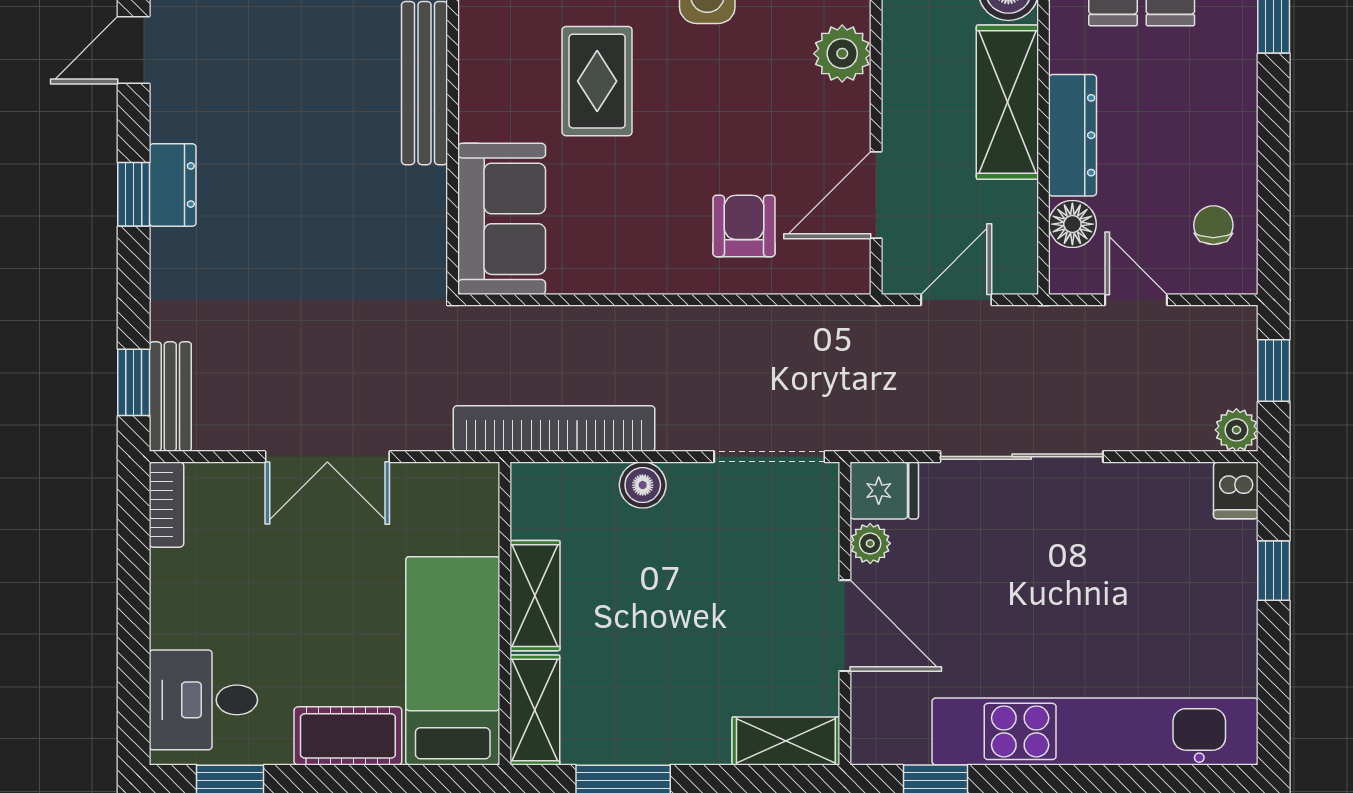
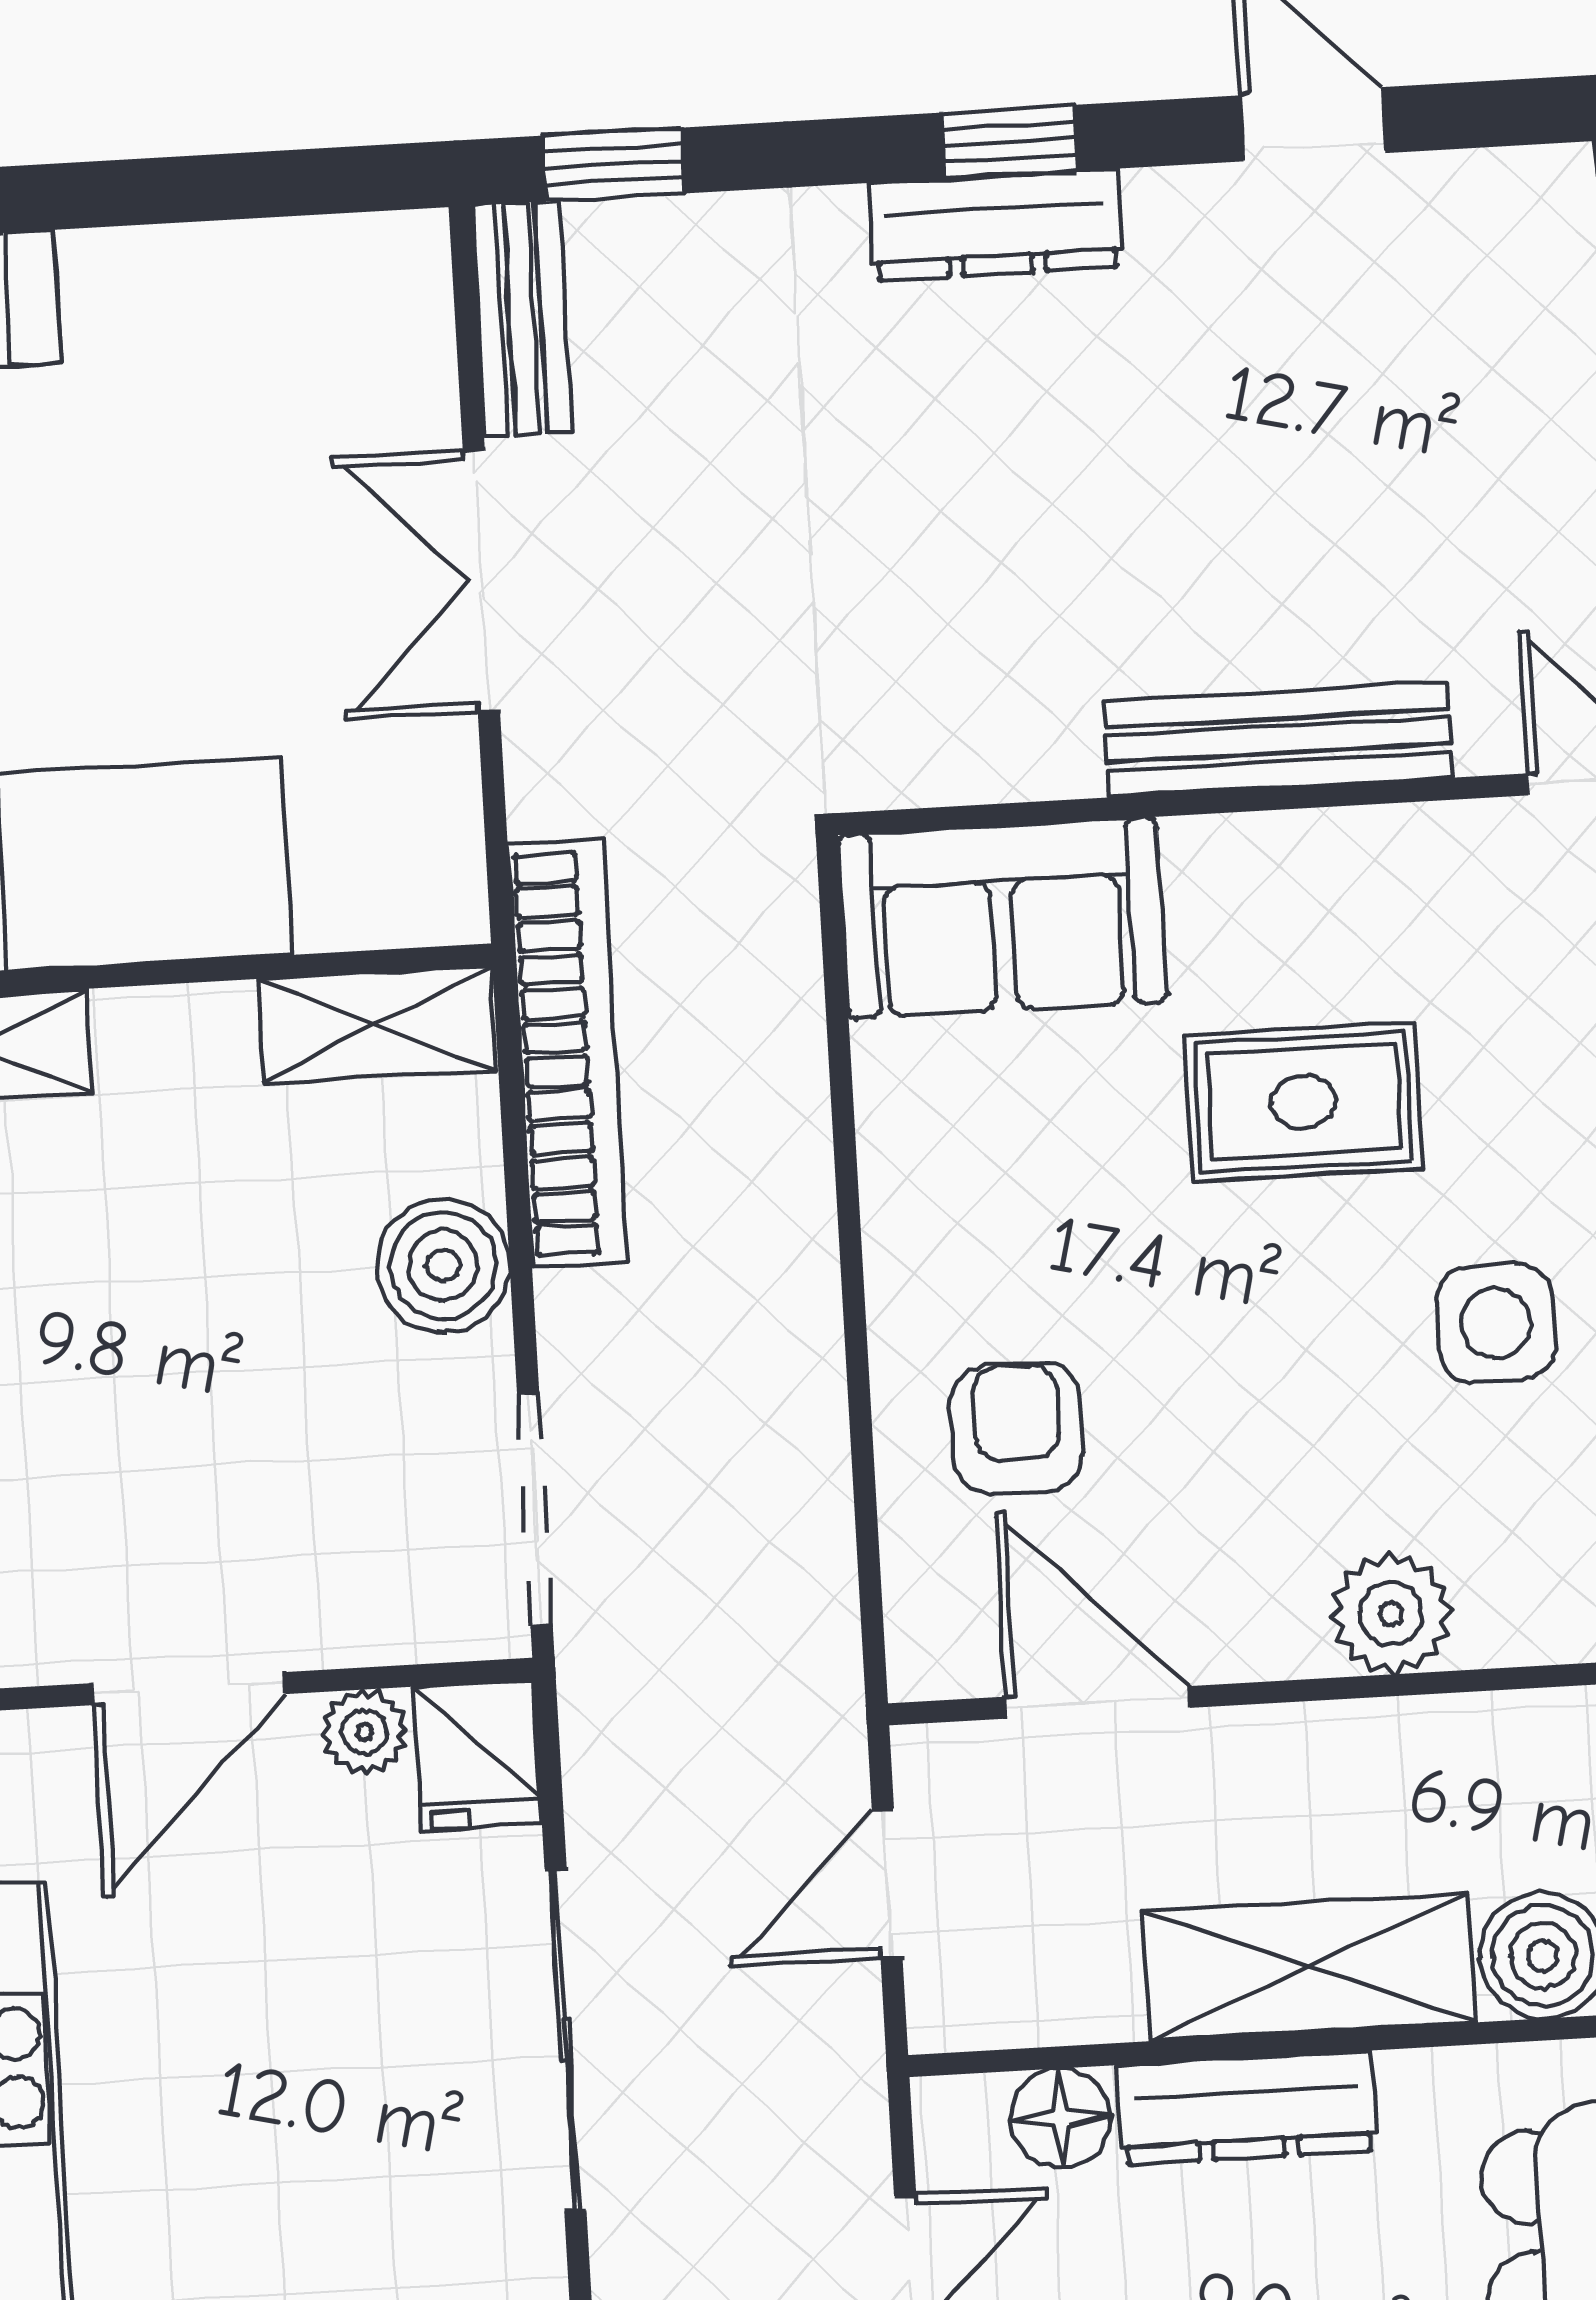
dresser: (173, 185) -> (995, 225), width x1.44
armchair: (744, 226) -> (1017, 1428), turned -90
door: (956, 300) -> (887, 1883), swing flipped
bench: (170, 397) -> (521, 319), moved, turned 90
boiler: (643, 485) -> (443, 1265), width x1.36, depth x1.36
bookcase: (166, 505) -> (361, 248), removed
shelving: (535, 596) -> (377, 1024), moved

